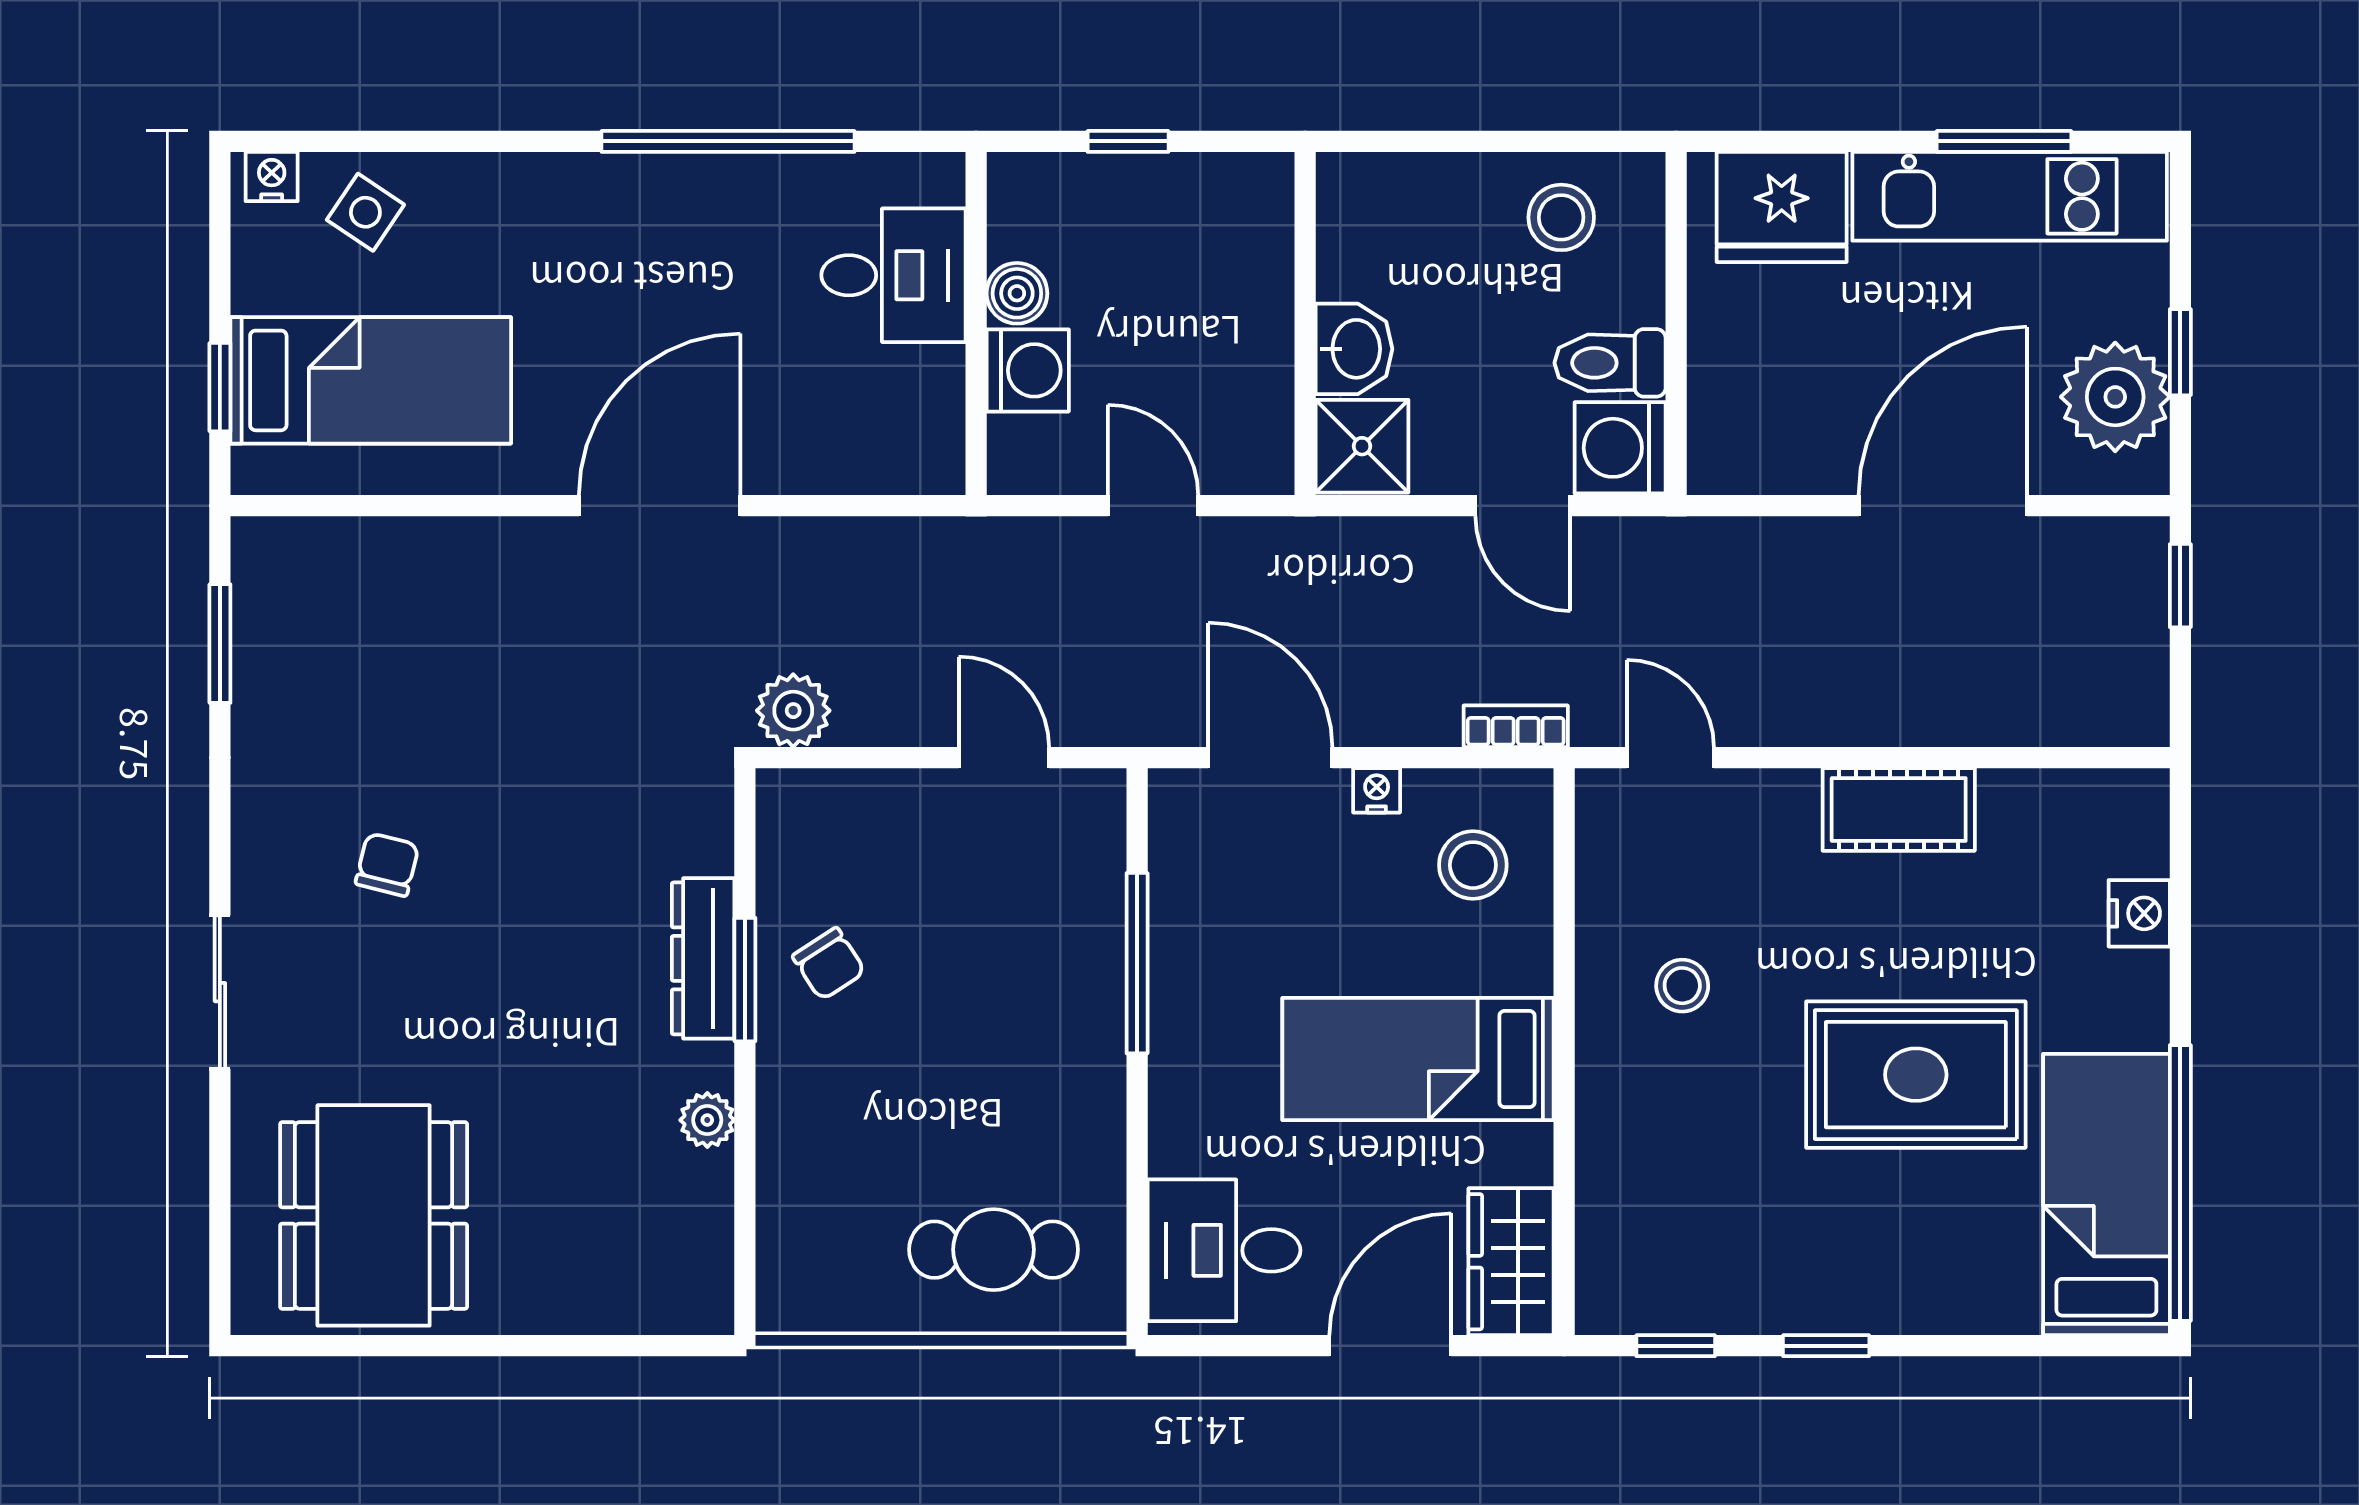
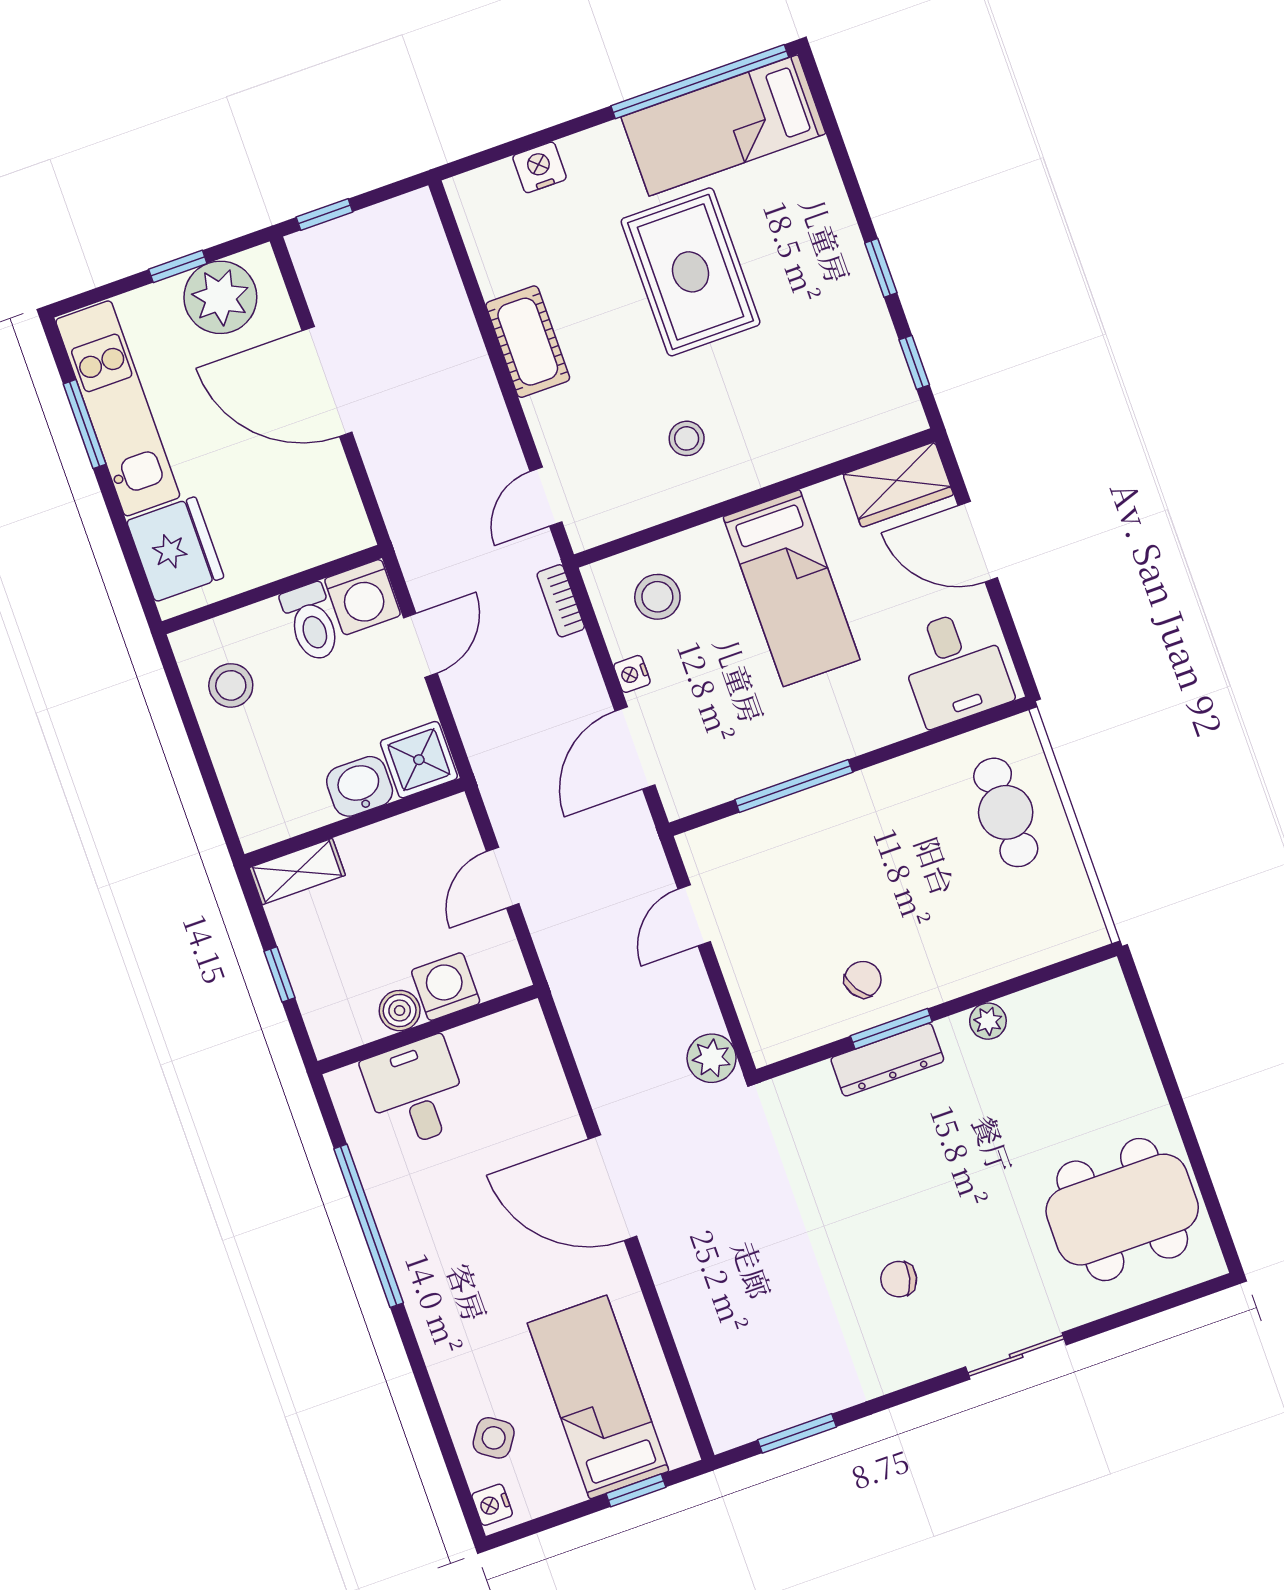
shelving: (1265, 218) -> (297, 871), added

